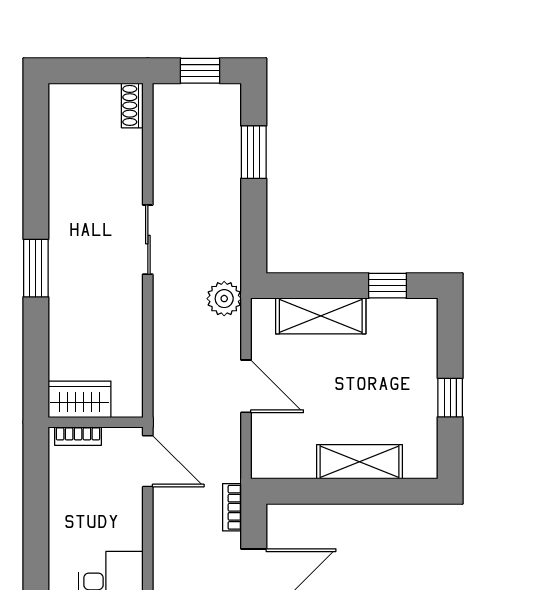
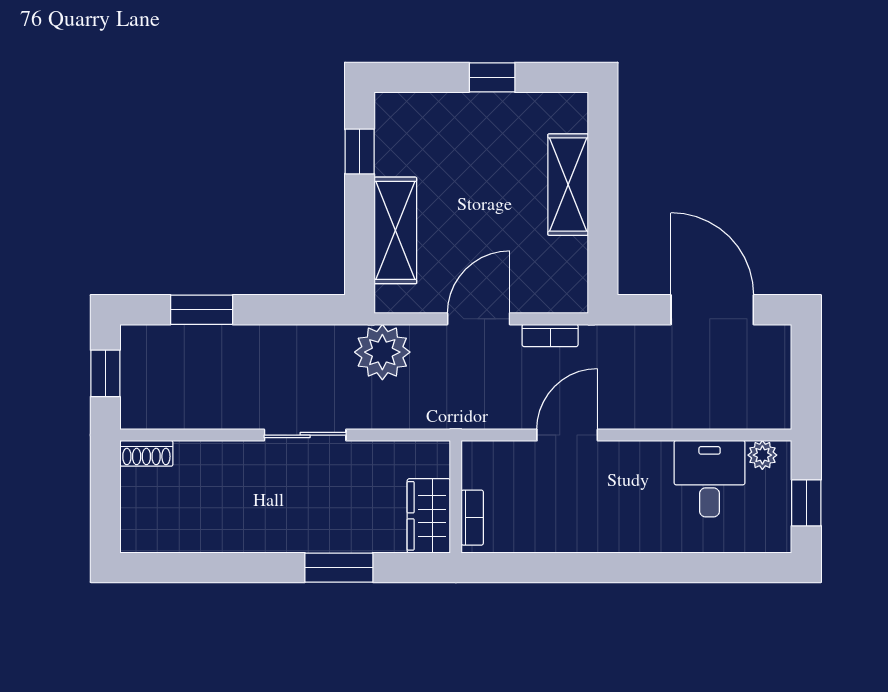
plant: (224, 299) -> (382, 352), width x1.36, depth x1.36
wardrobe: (80, 399) -> (429, 516), moved
wall: (96, 422) -> (456, 497), moved
bookcase: (78, 436) -> (472, 518), moved
bookcase: (232, 507) -> (550, 335), moved

